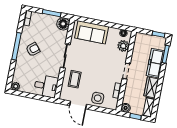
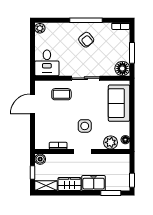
freezer: (155, 63) -> (94, 183), width x0.71
side table: (98, 98) -> (85, 126), moved

